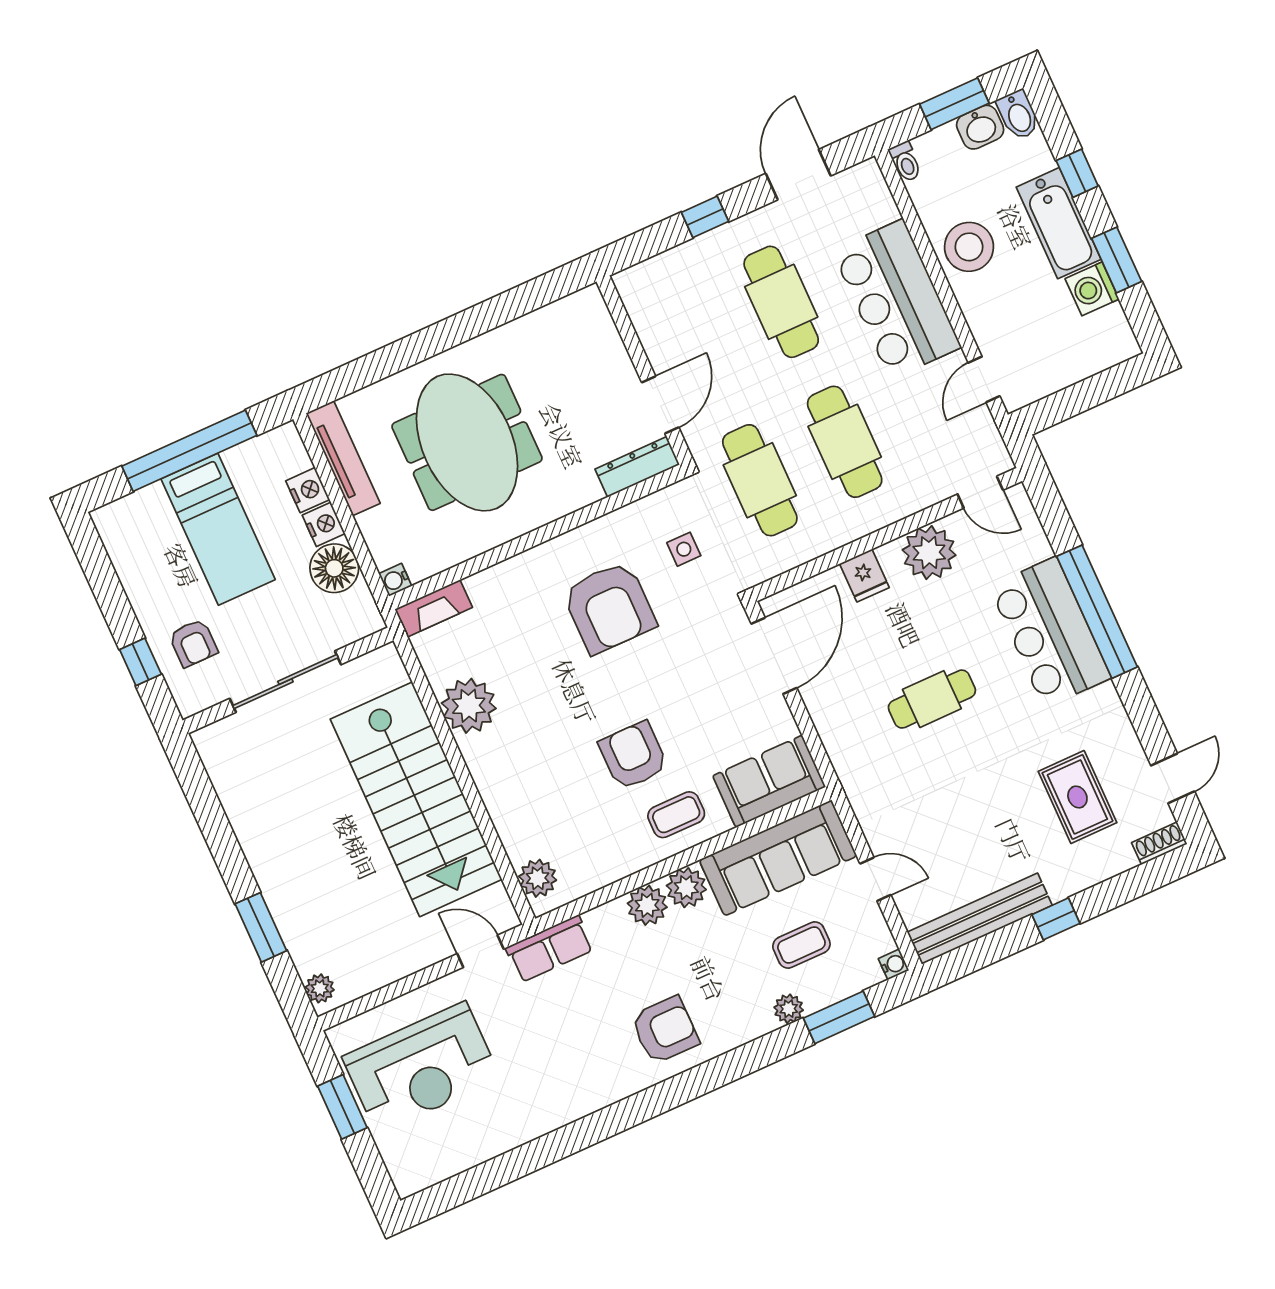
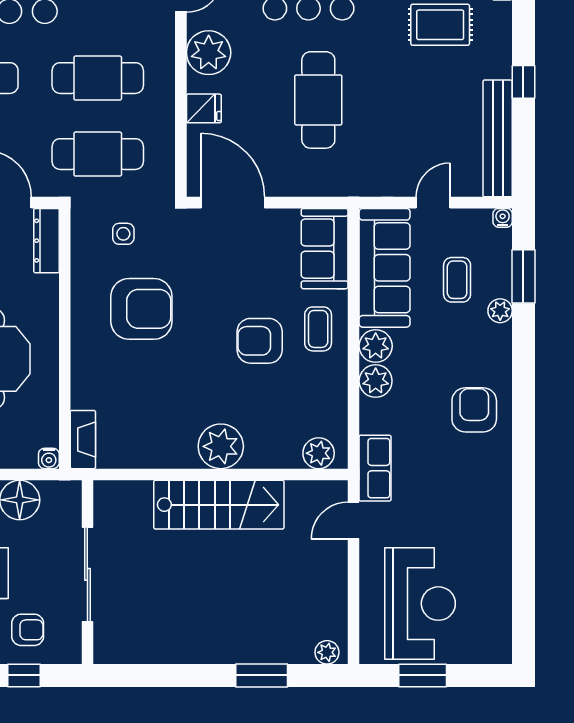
cafe table: (932, 699) -> (318, 100), width x1.37, depth x1.35
plant: (469, 706) -> (221, 446), moved
stairs: (416, 799) -> (219, 505), width x0.73, depth x0.66

